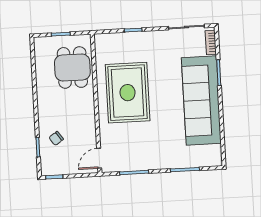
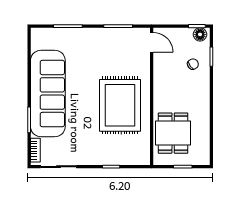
door: (99, 158) -> (152, 42), hinge flipped
floor lamp: (51, 169) -> (200, 34), added

